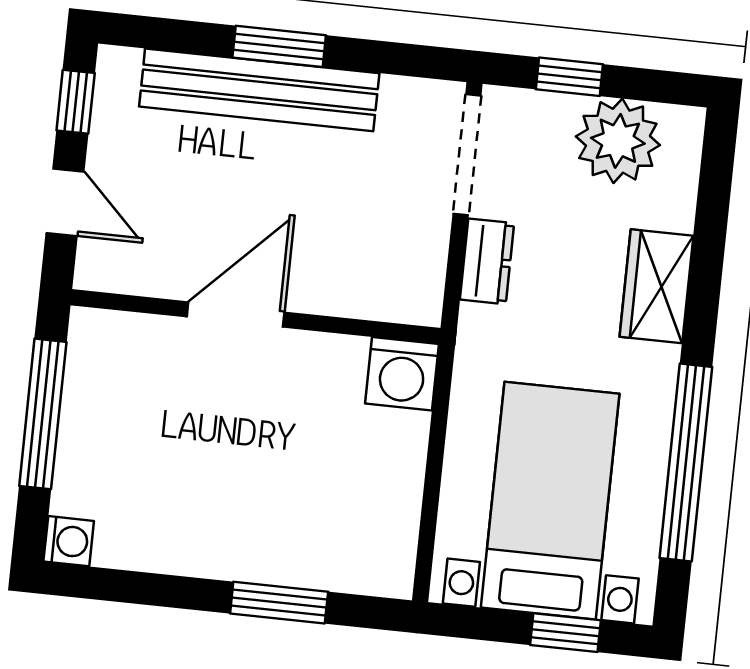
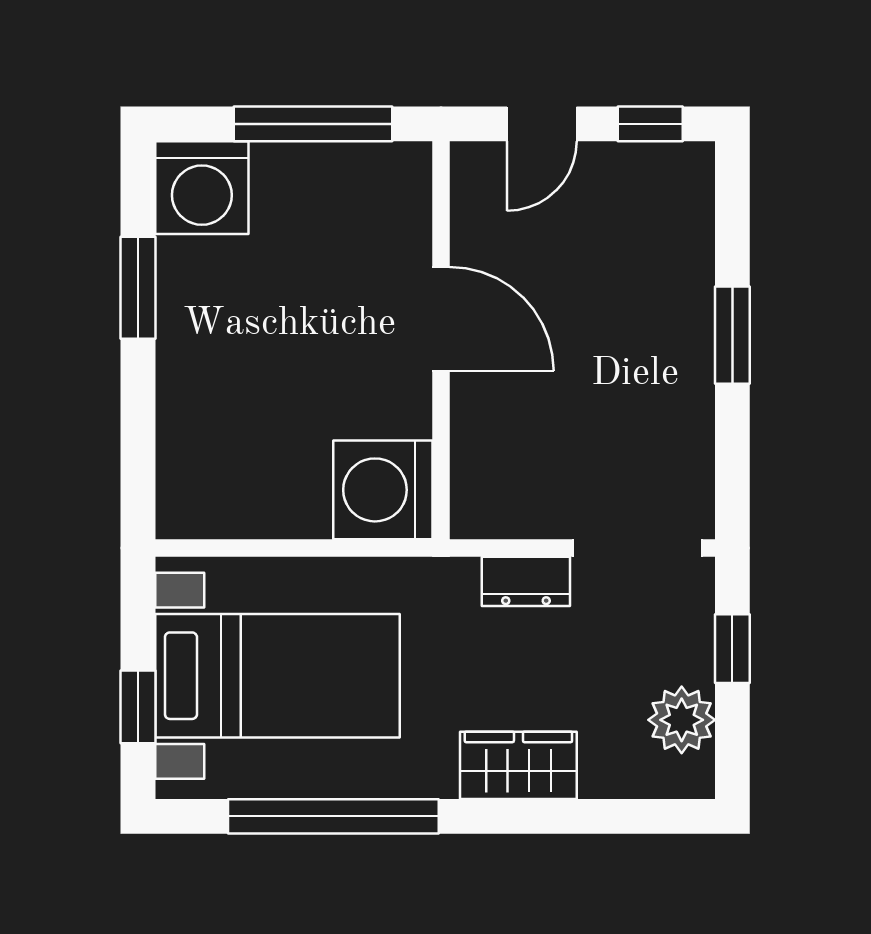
bench: (259, 90) -> (684, 319), removed
plant: (618, 141) -> (682, 720), width x0.73, depth x0.73
washing machine: (402, 374) -> (383, 490), width x1.37, depth x1.37
washing machine: (69, 541) -> (202, 188), width x1.89, depth x1.89
window: (279, 603) -> (138, 288), moved

